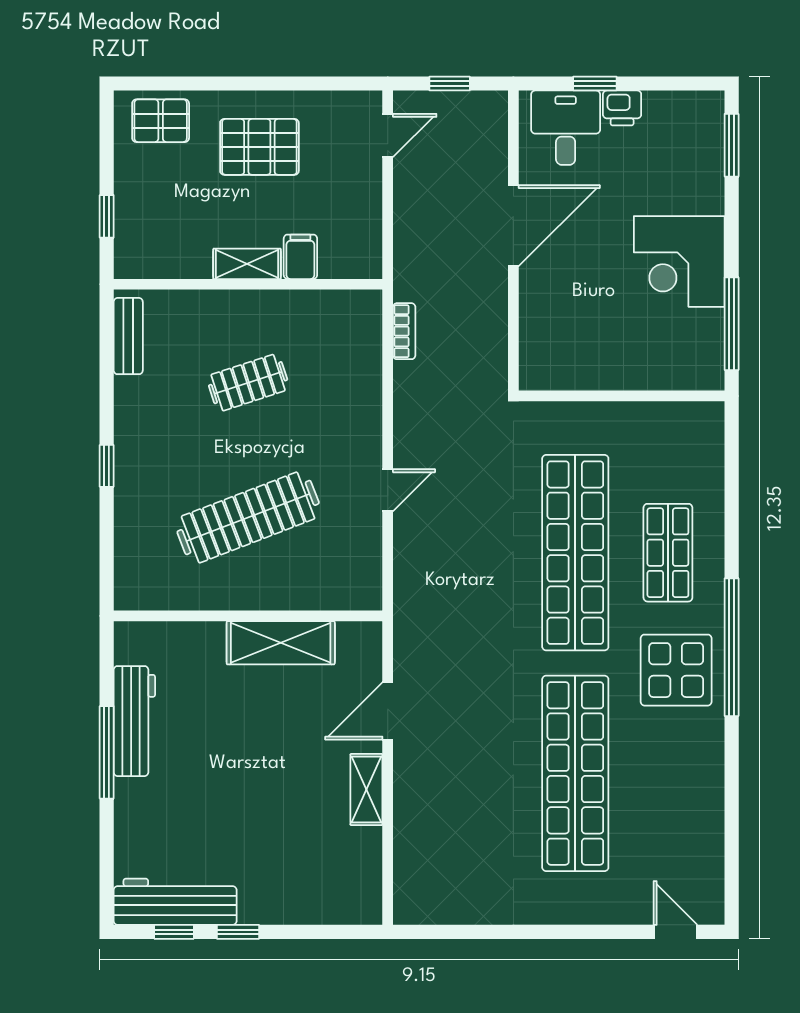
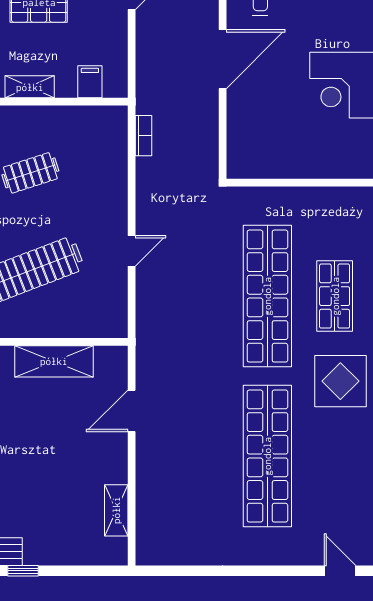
filing cabinet: (300, 257) -> (90, 82), moved
shelving: (366, 790) -> (116, 510), moved

